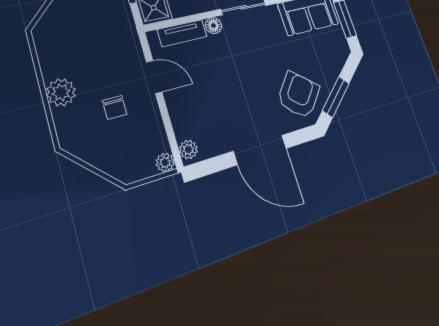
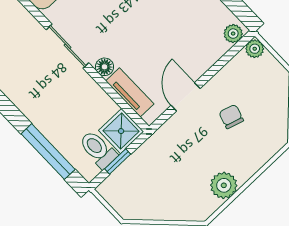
plant: (61, 92) -> (224, 185), moved
chair: (115, 107) -> (231, 117), turned -73

